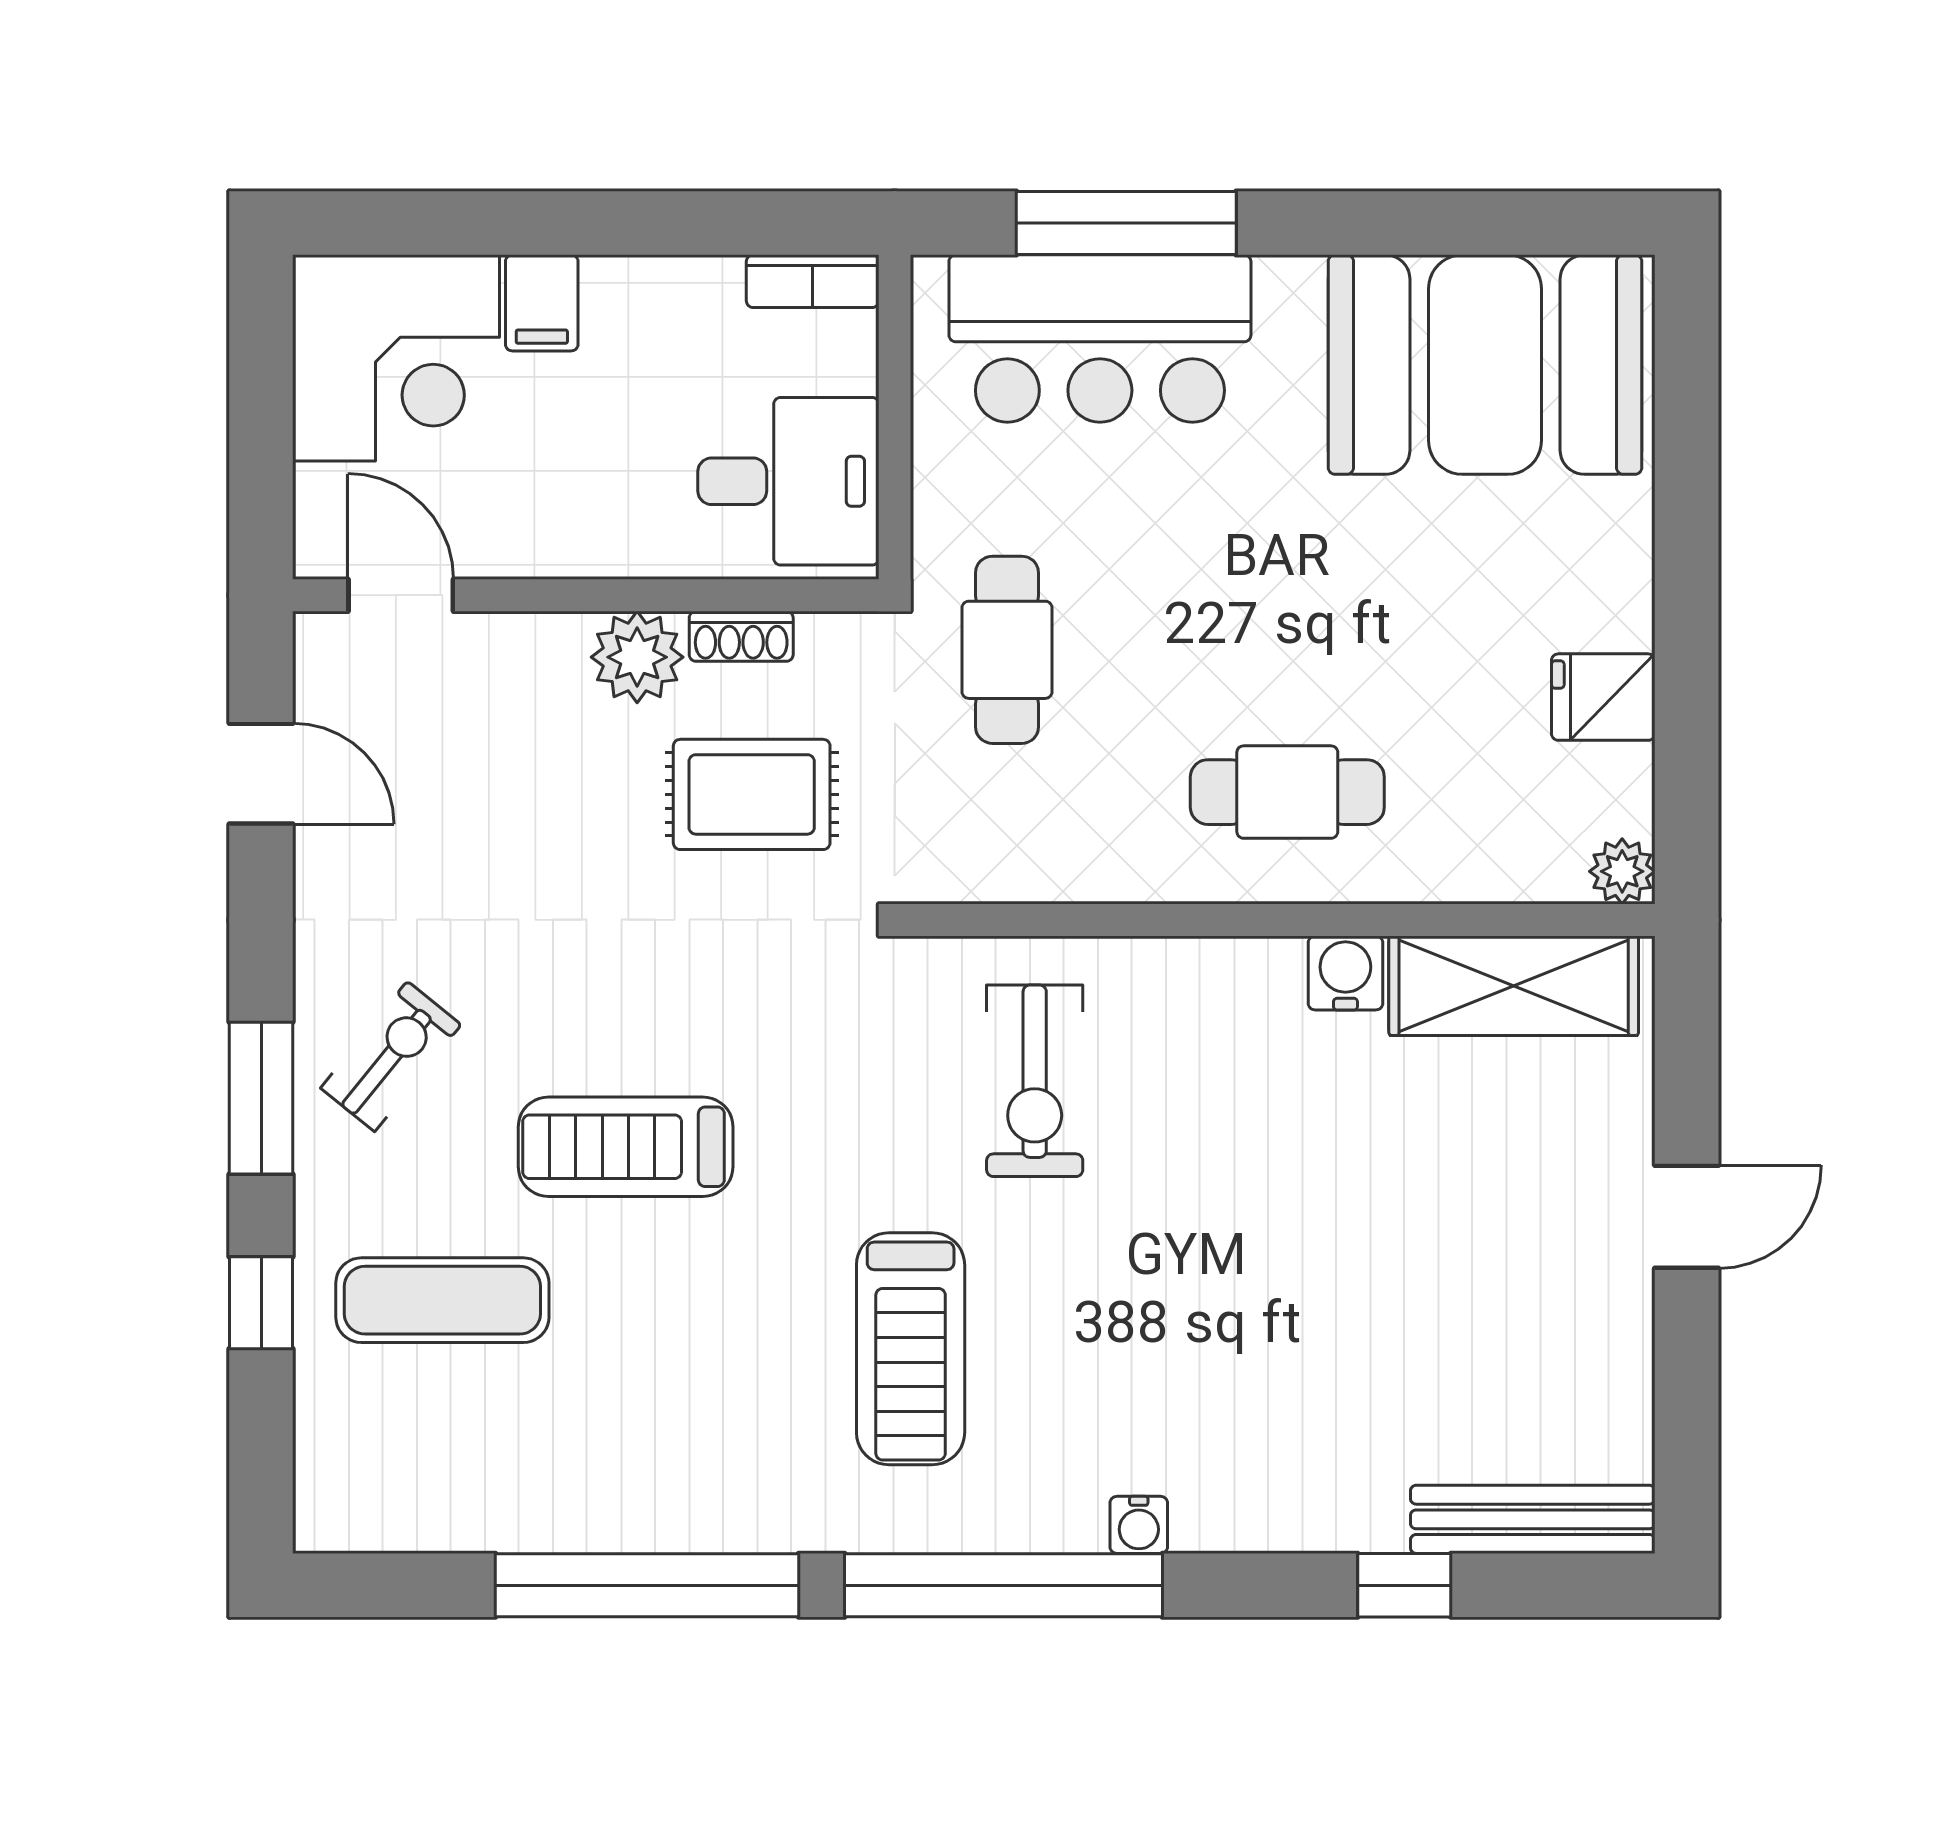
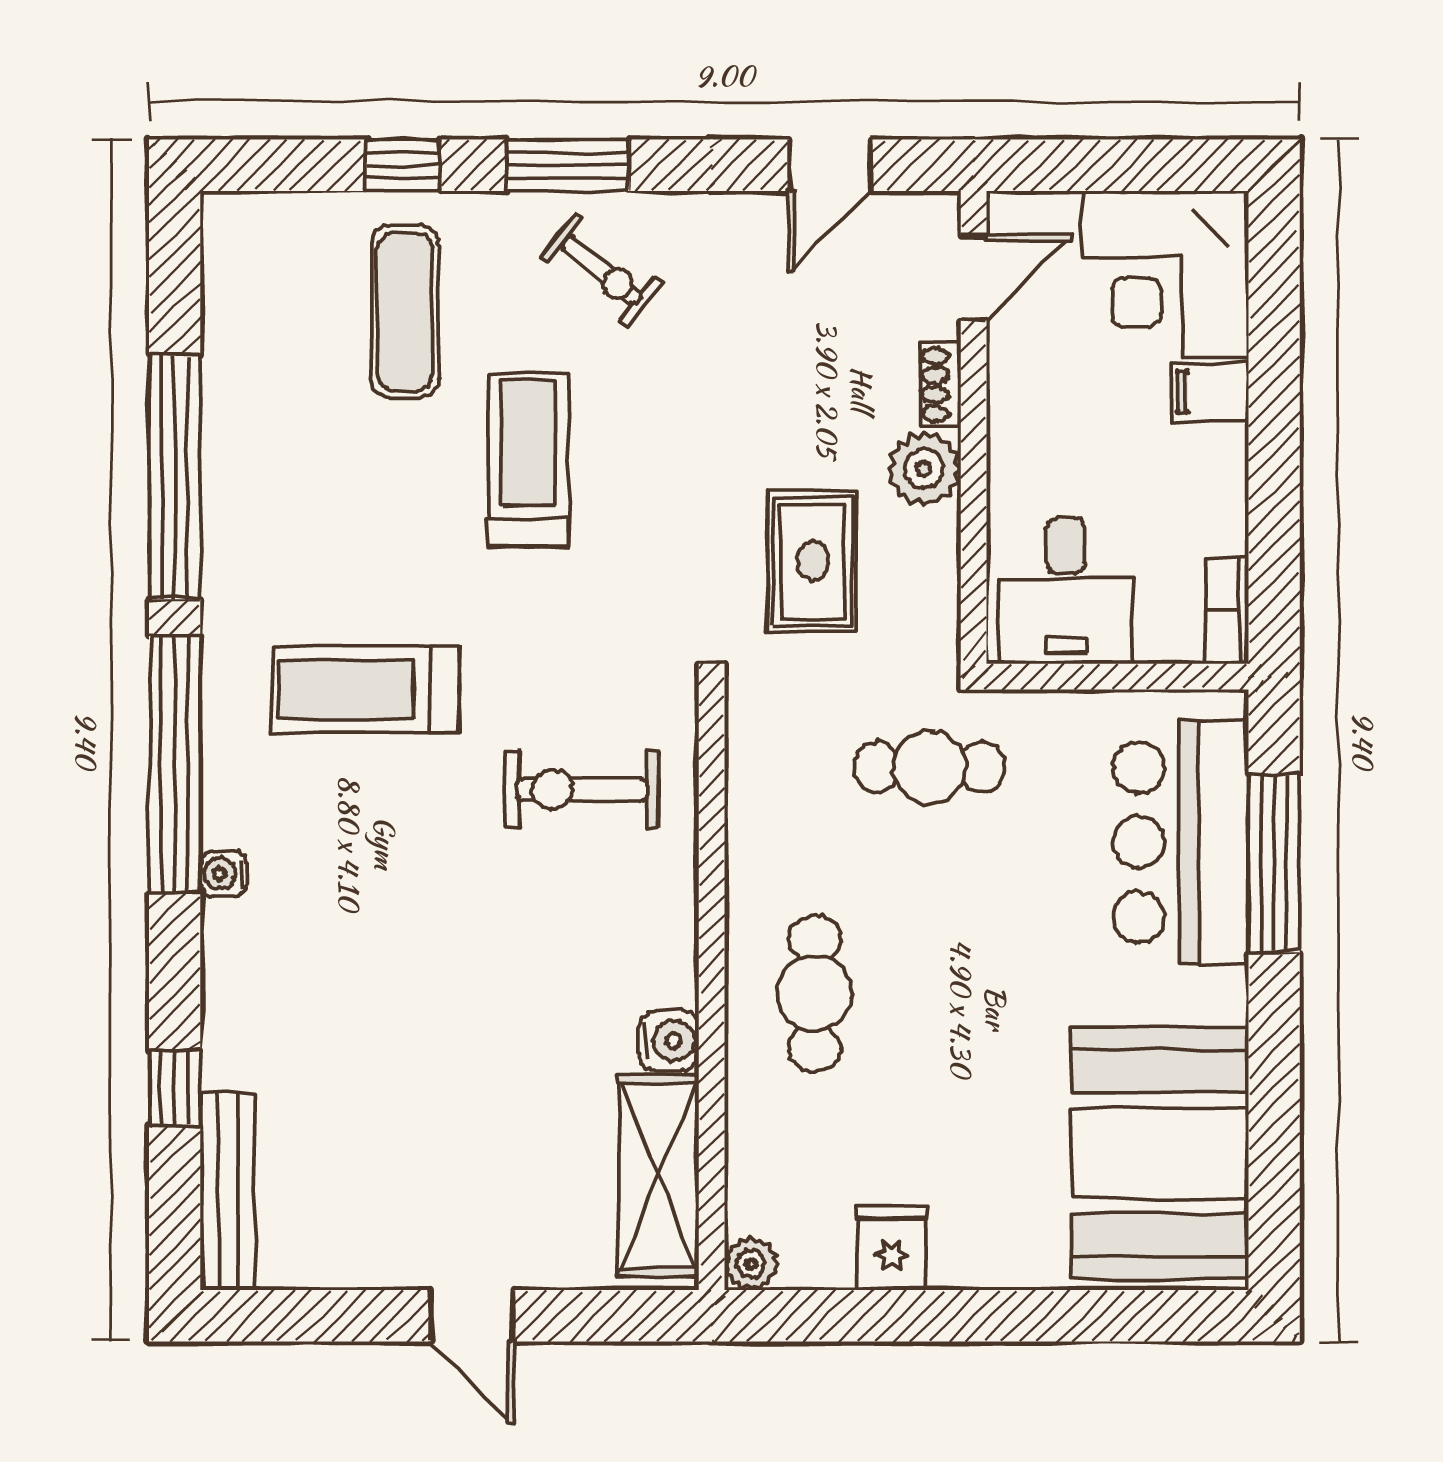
shoe rack: (741, 636) -> (941, 385), moved

